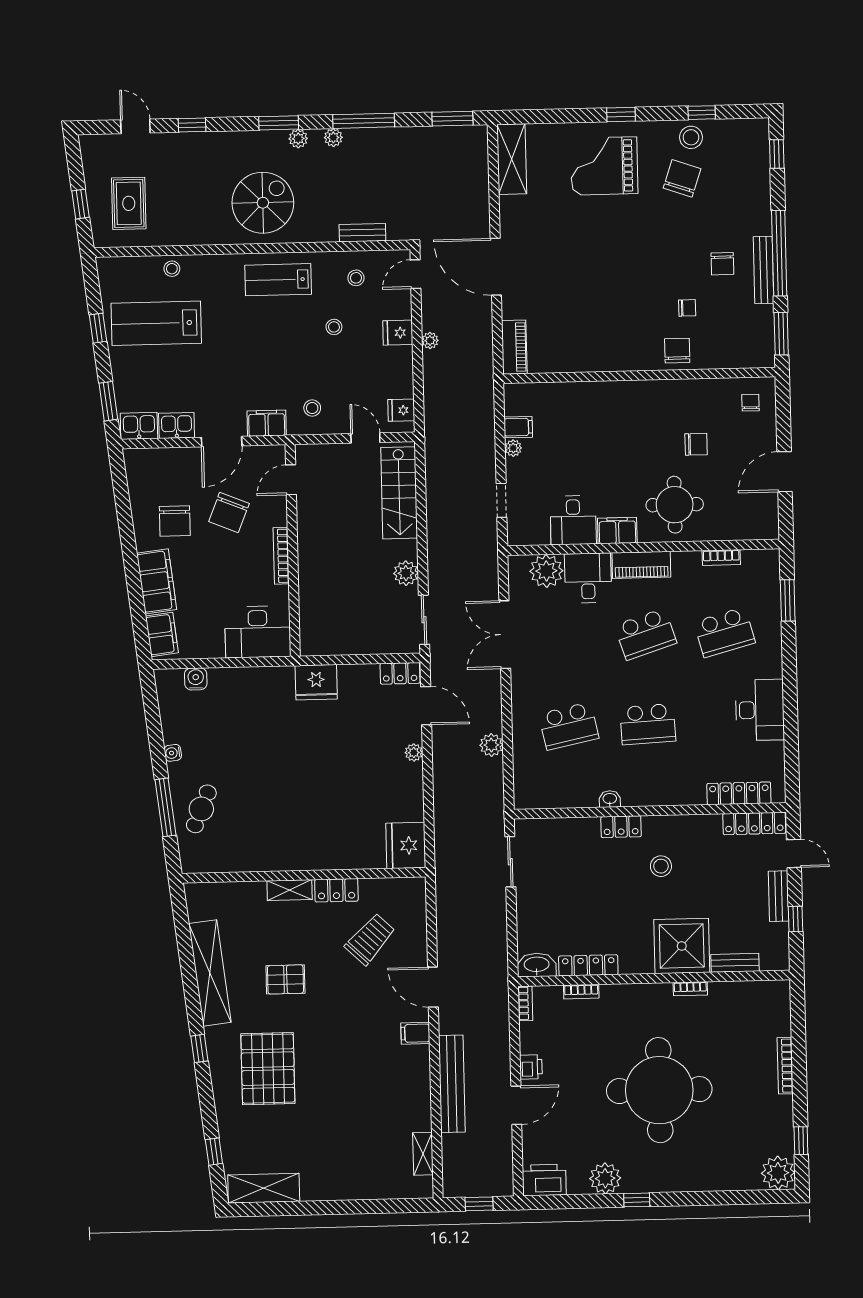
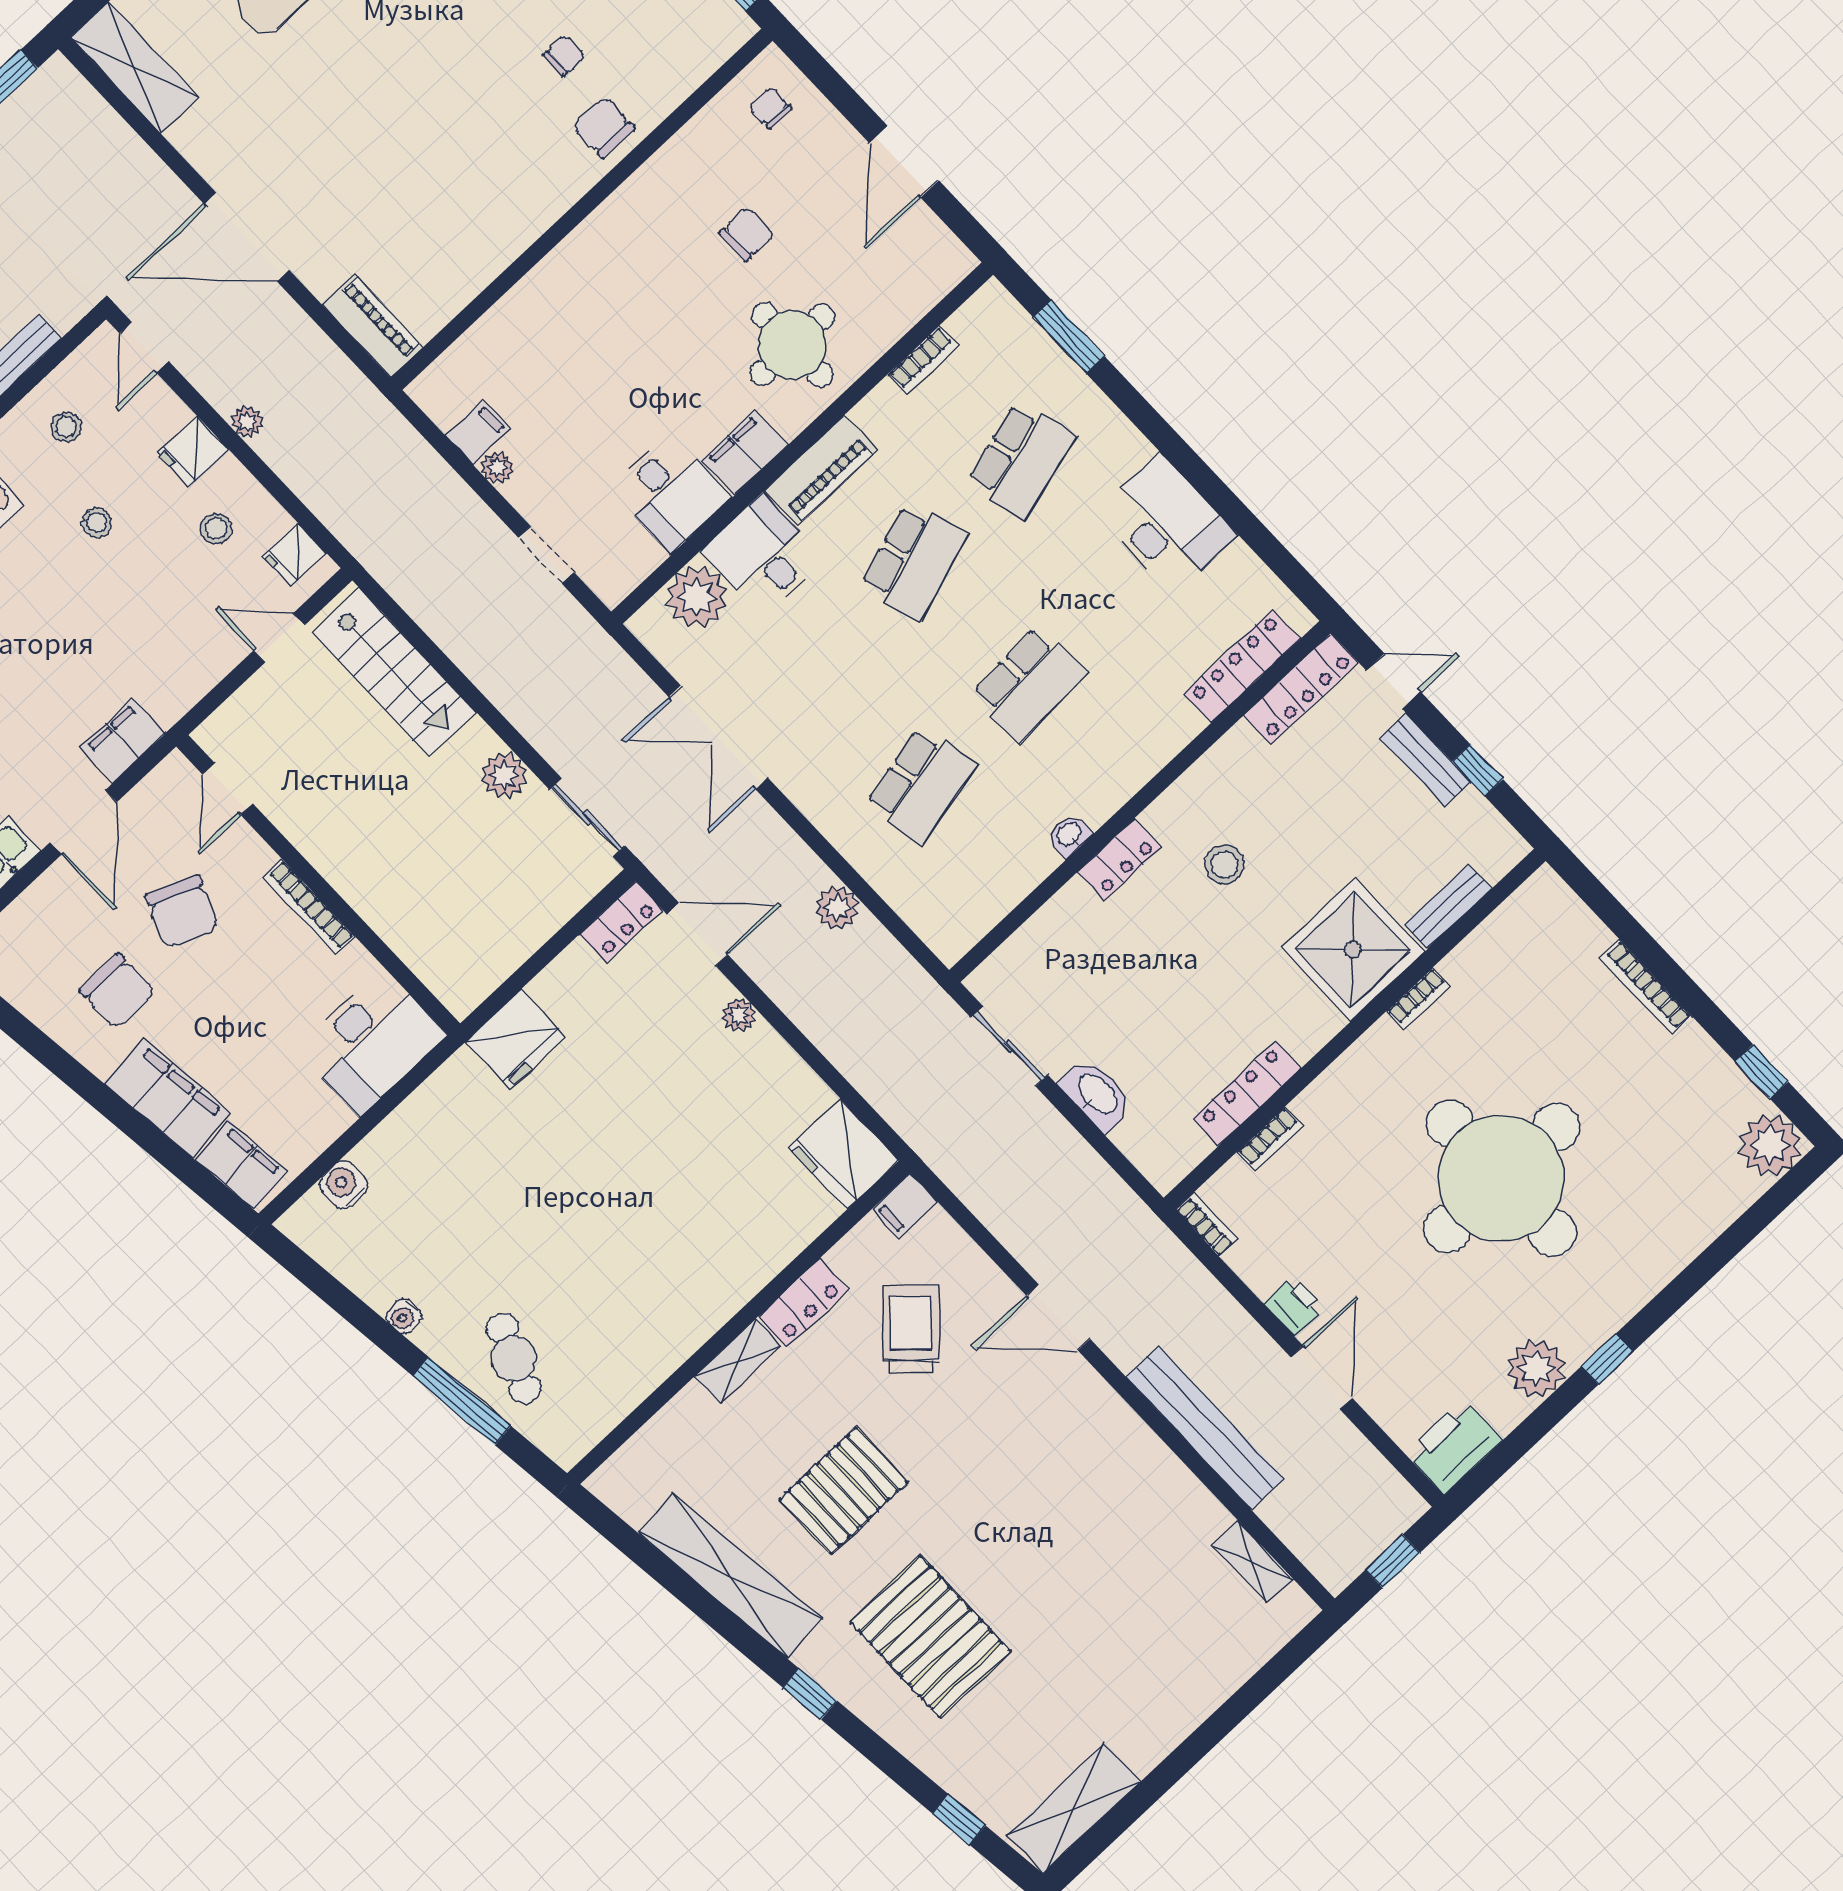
stool: (312, 408) -> (216, 529), moved
washbasin: (537, 965) -> (1096, 1095), moved, turned 90
pallet: (285, 979) -> (843, 1491), width x1.50, depth x1.42
filing cabinet: (415, 1033) -> (905, 1205), moved

